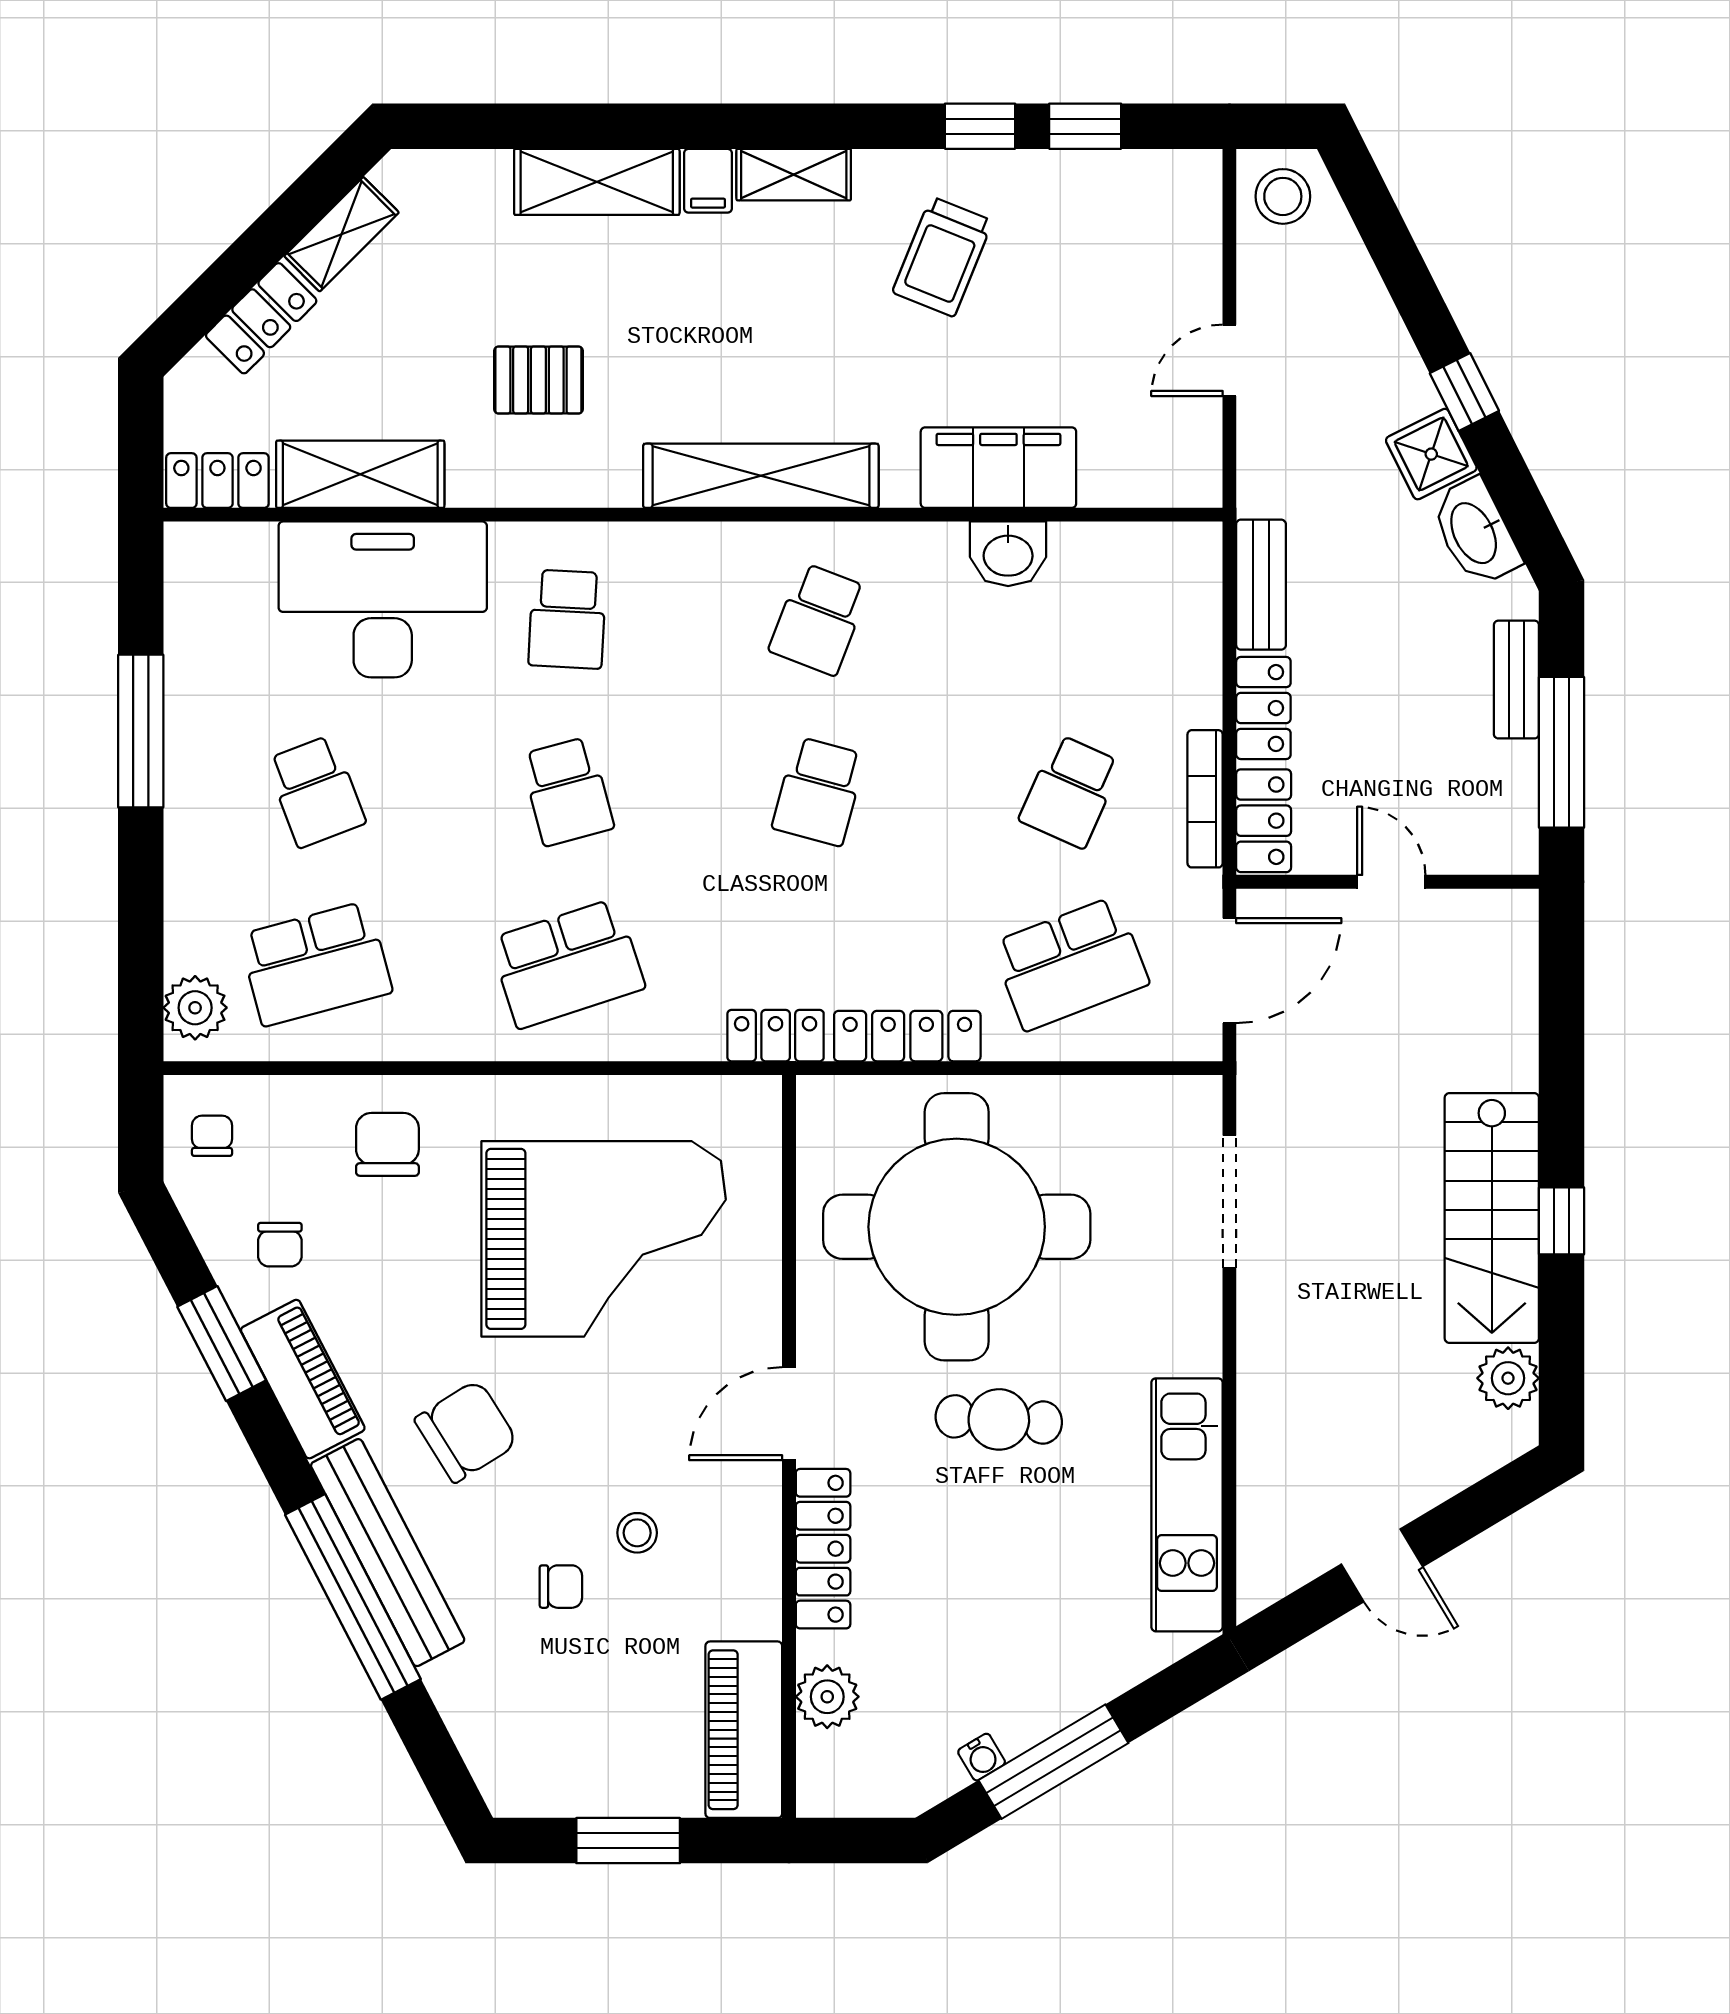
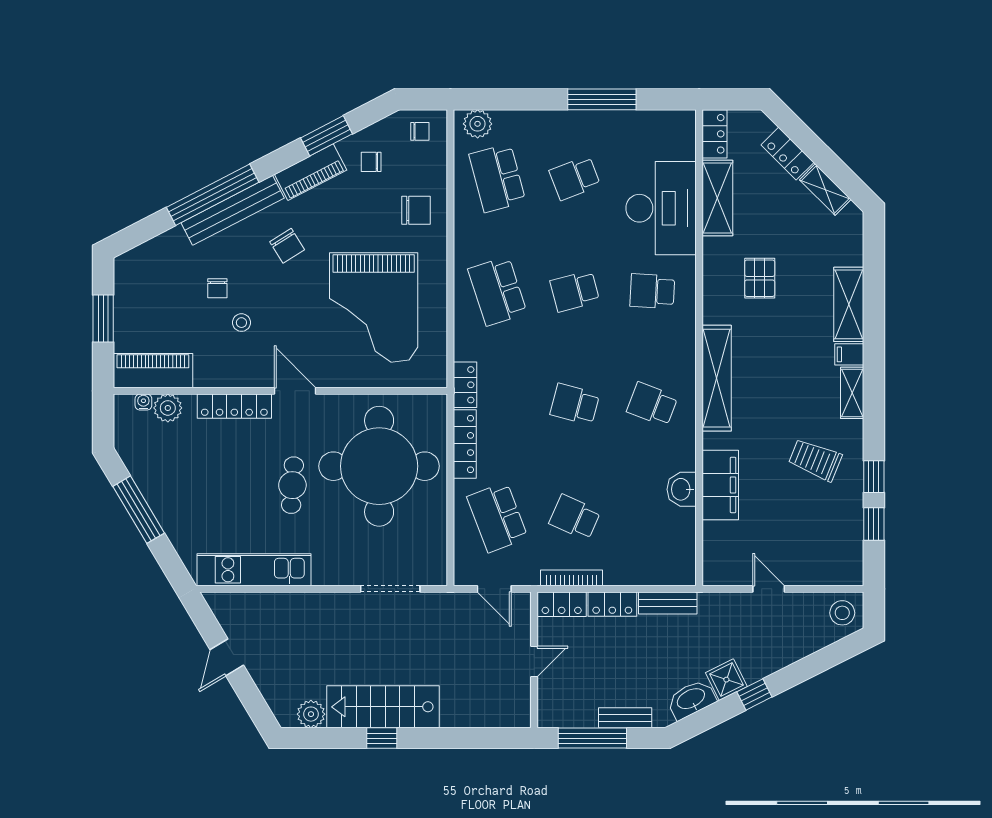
door: (1229, 971) -> (494, 589), width x0.73
chair: (466, 1431) -> (287, 246), width x0.73, depth x0.73
water cooler: (982, 1757) -> (143, 402), moved, turned 121

